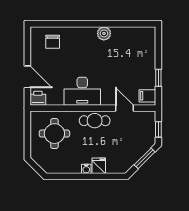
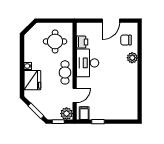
plant: (104, 33) -> (132, 58), moved
door: (27, 77) -> (111, 21), moved
printer: (38, 98) -> (82, 42), moved
plant: (148, 119) -> (67, 114), added
fridge: (99, 166) -> (32, 80), width x1.88, depth x1.34

